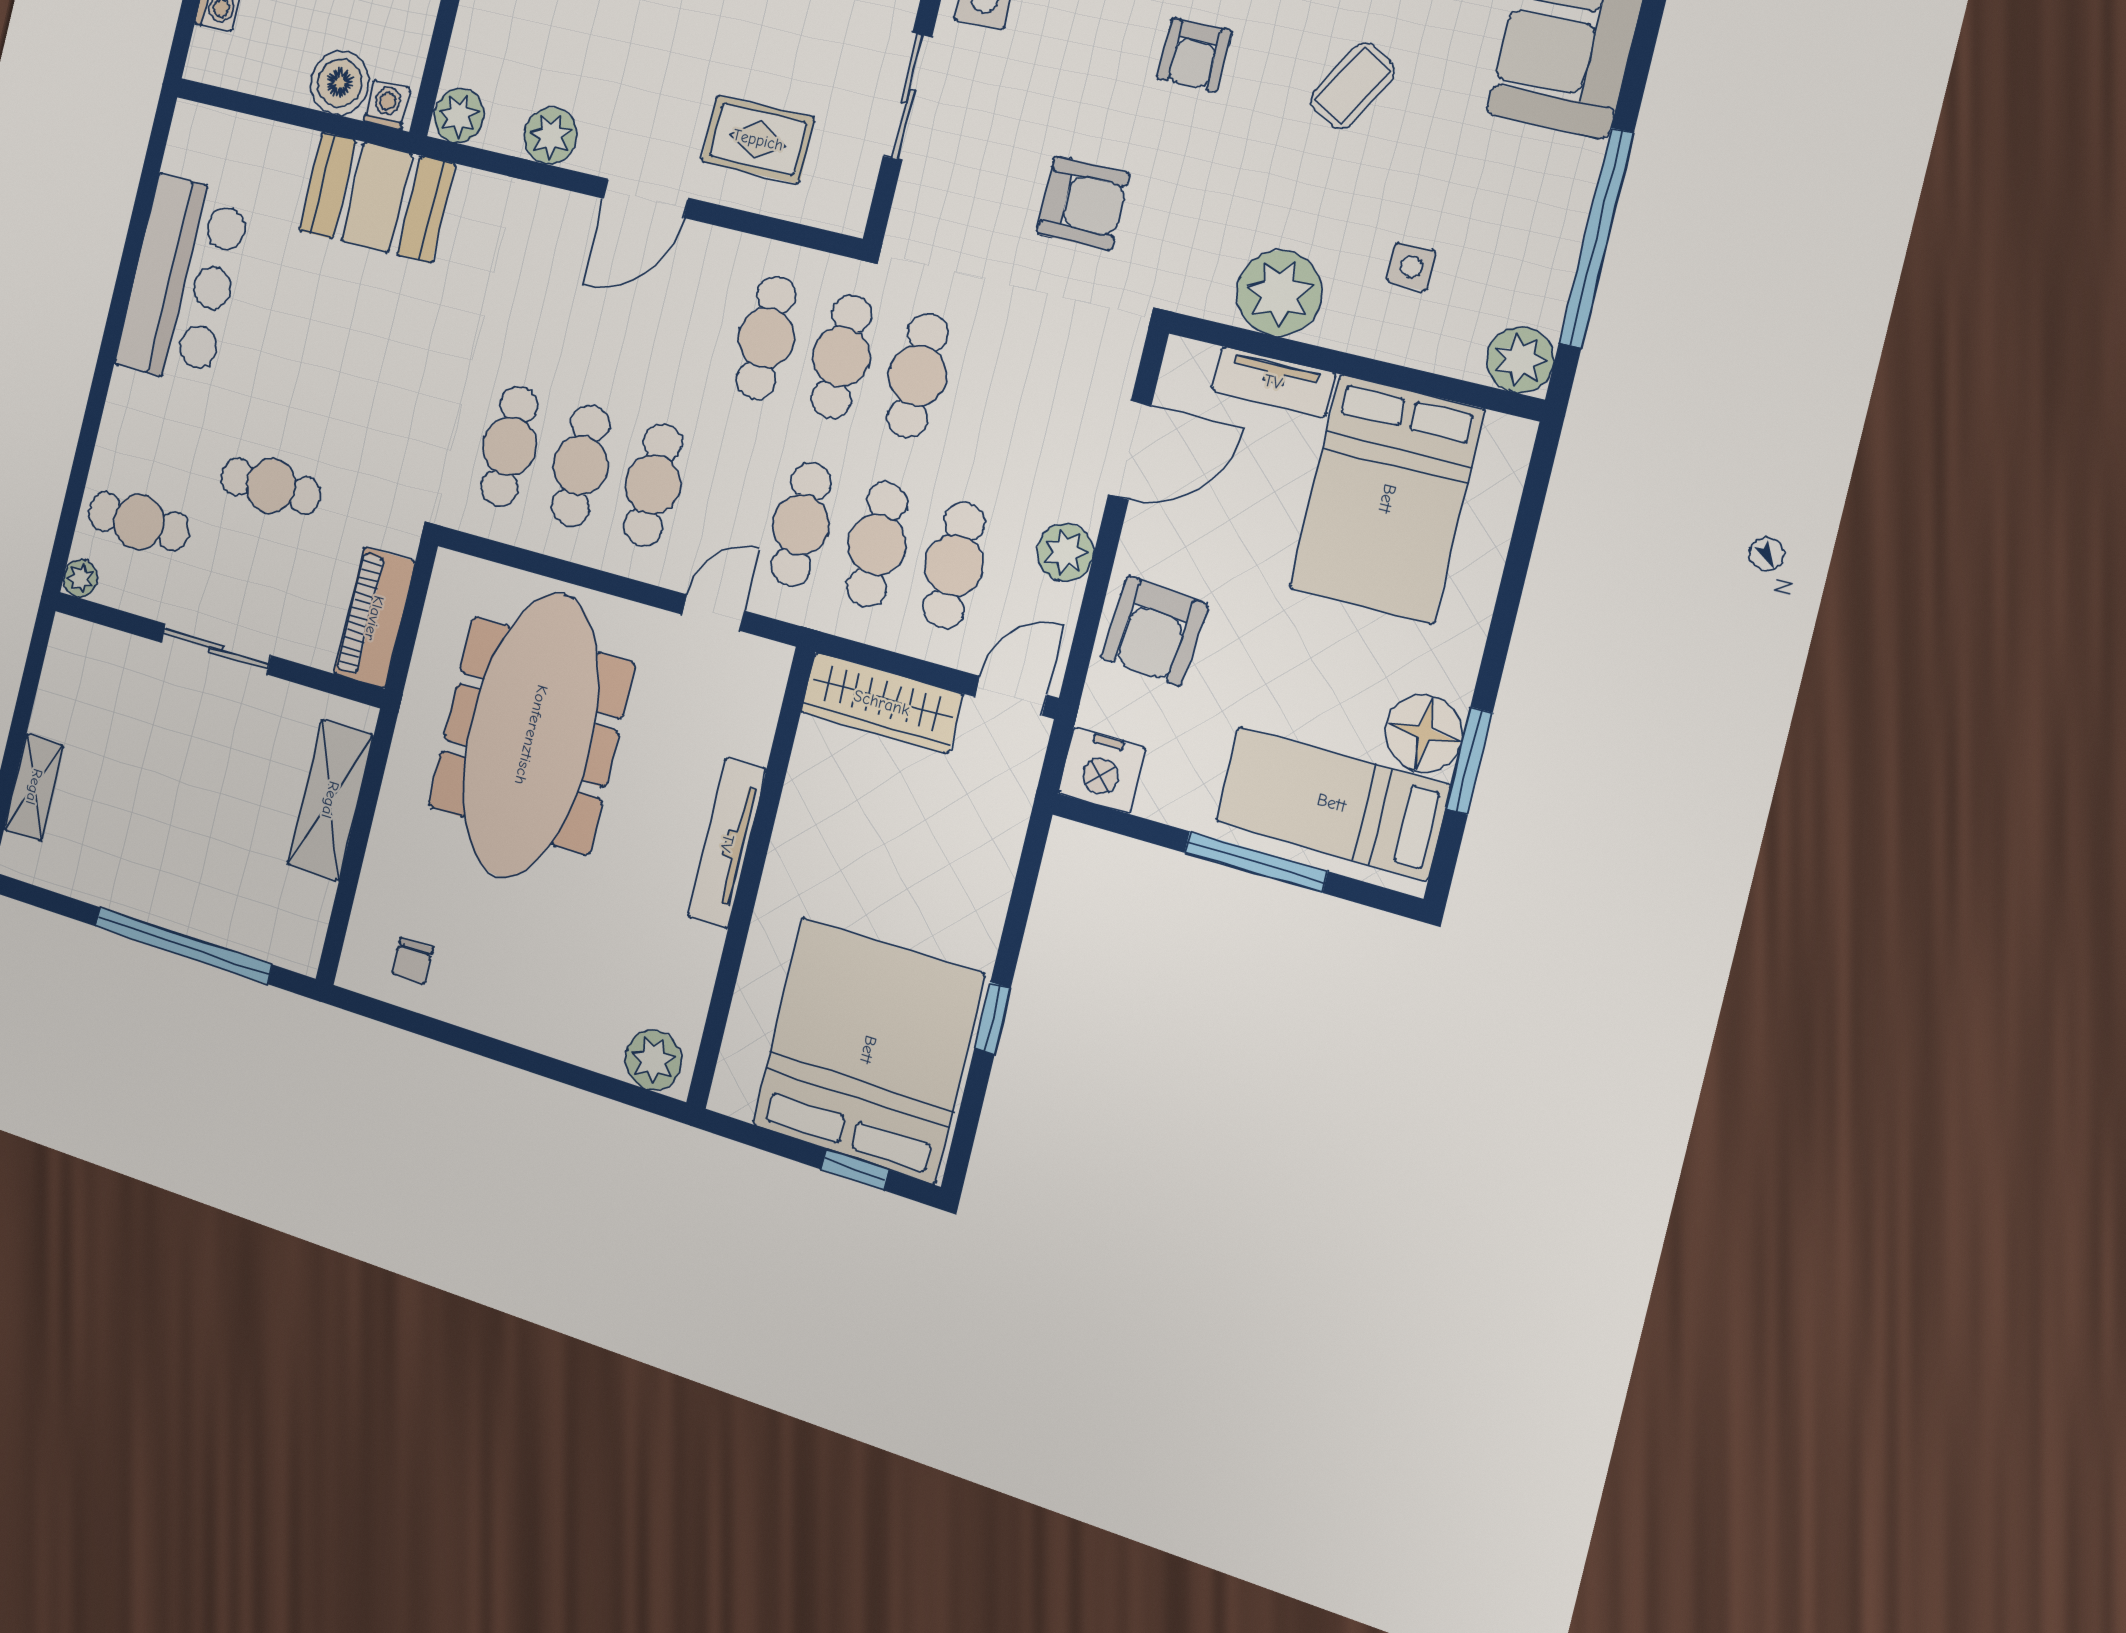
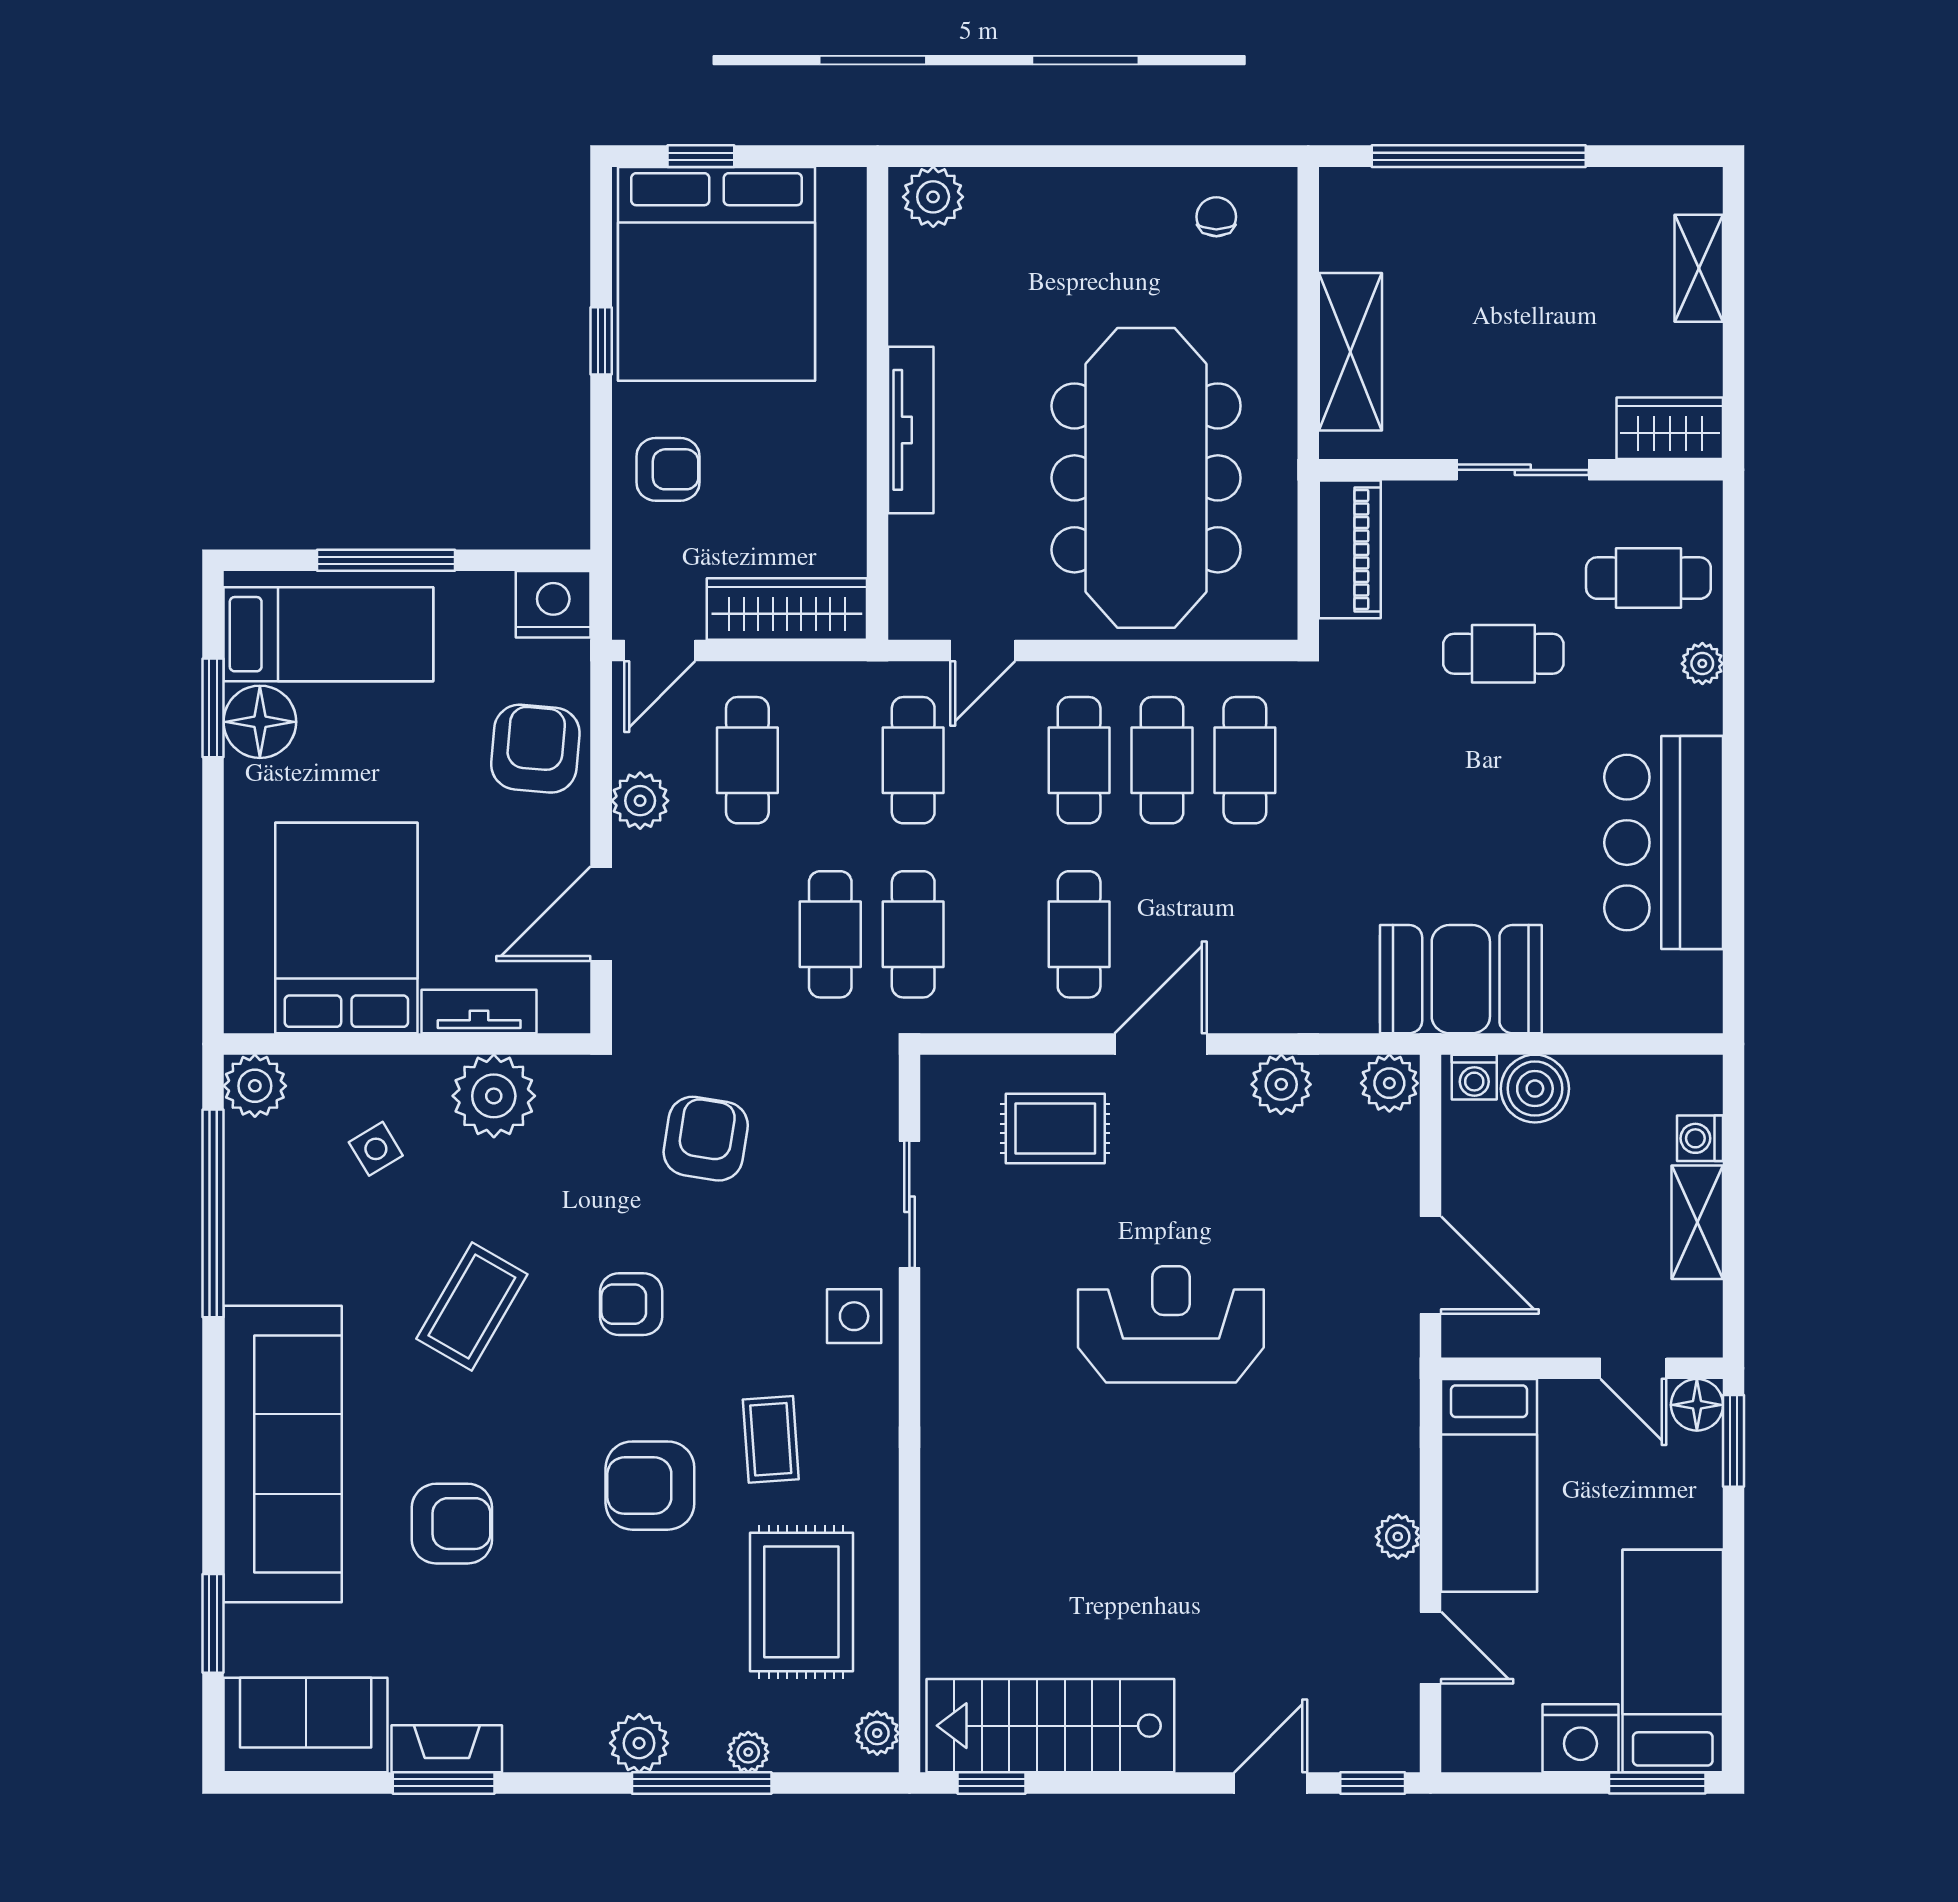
armchair: (1194, 55) -> (631, 1304), turned -91
coffee table: (1353, 85) -> (472, 1306), width x1.36, depth x1.30
armchair: (1083, 203) -> (706, 1139), turned 99
side table: (1411, 267) -> (376, 1149), turned -31
cafe table: (766, 338) -> (1079, 934), moved
cafe table: (877, 545) -> (830, 760), removed
plant: (80, 578) -> (1702, 664), moved
wardrobe: (90, 651) -> (1670, 428), added
armchair: (960, 872) -> (668, 469), added

